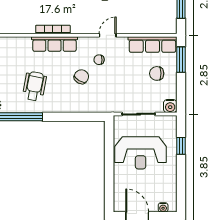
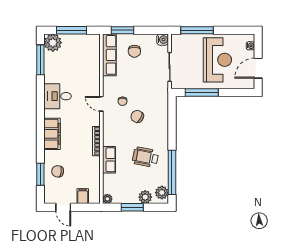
door: (108, 35) -> (101, 104), moved
row of seats: (54, 44) -> (109, 160), moved, width x0.68
window: (181, 146) -> (197, 30), width x2.17
window: (109, 151) -> (202, 92), added
reception desk: (141, 153) -> (217, 60), moved

